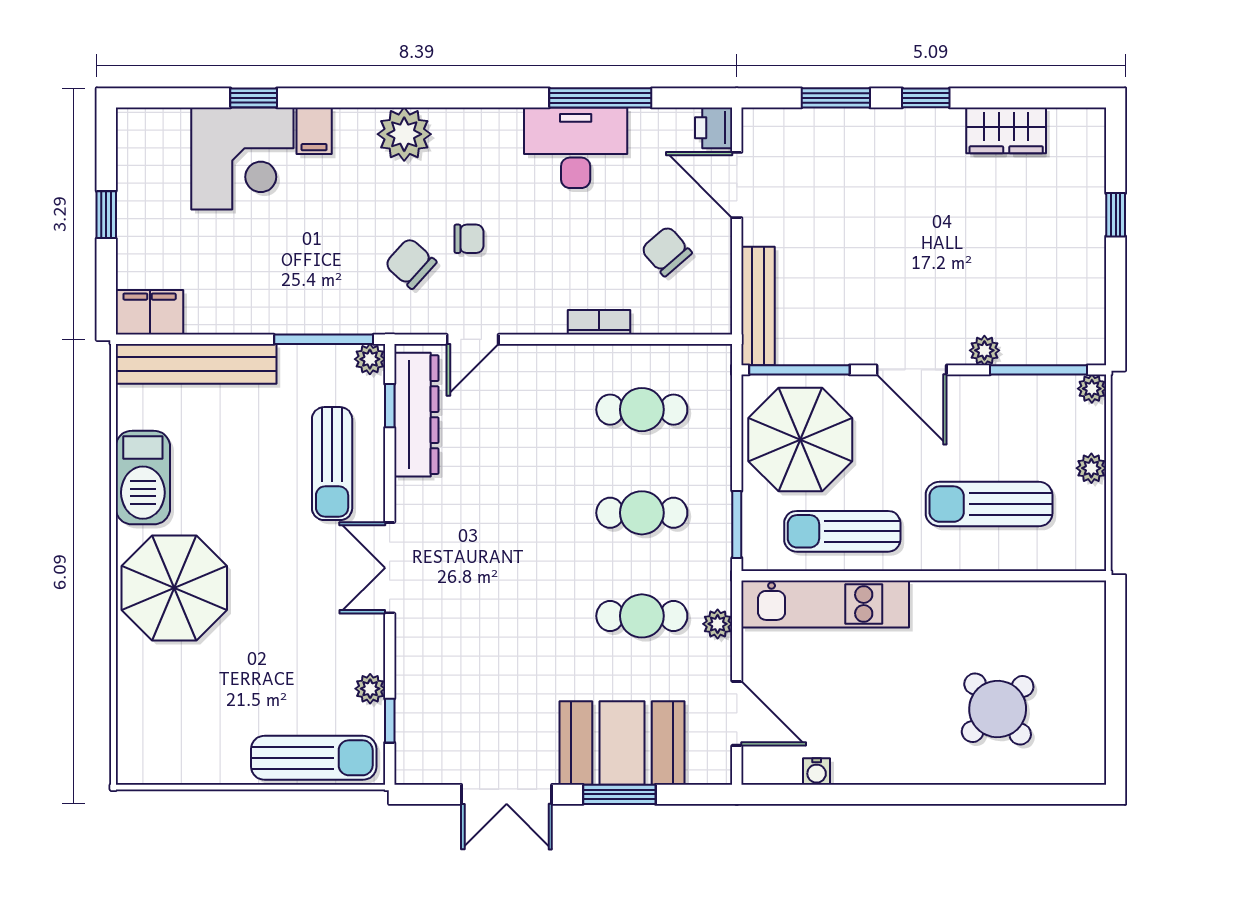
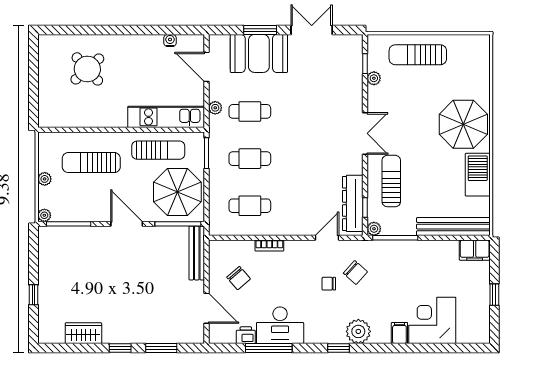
window: (254, 98) -> (339, 348), moved
printer: (714, 128) -> (246, 335), moved, turned -90
plant: (984, 350) -> (93, 233), removed
sun lounger: (989, 504) -> (91, 163), turned 180
sun lounger: (314, 758) -> (418, 55), moved

